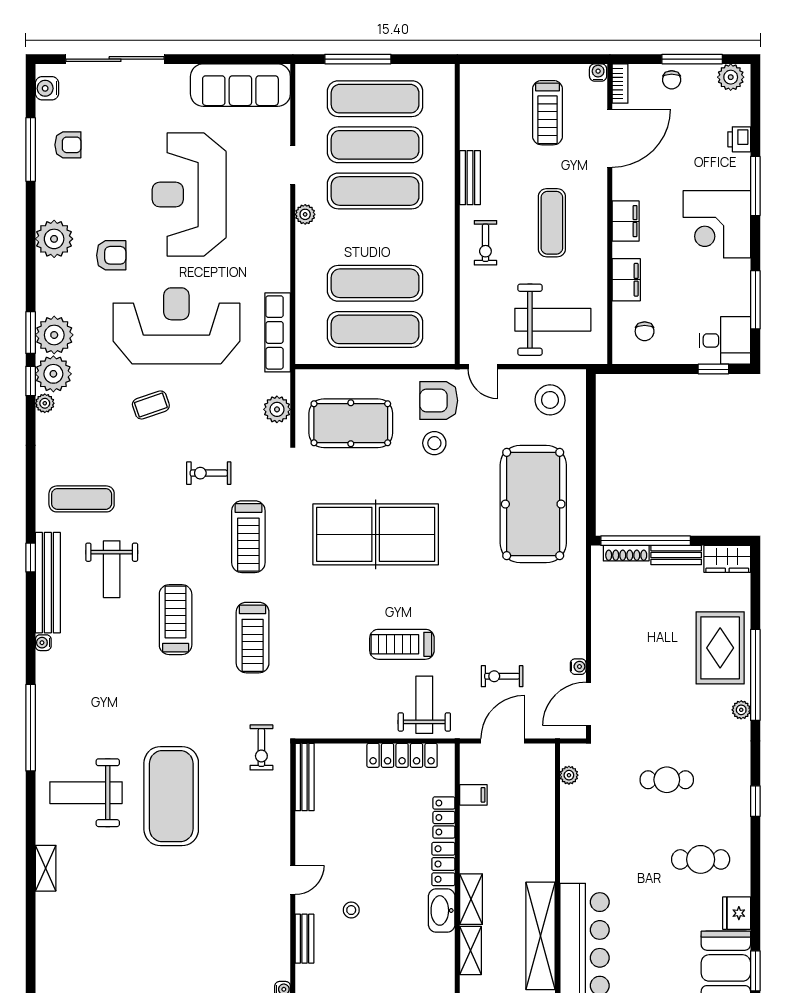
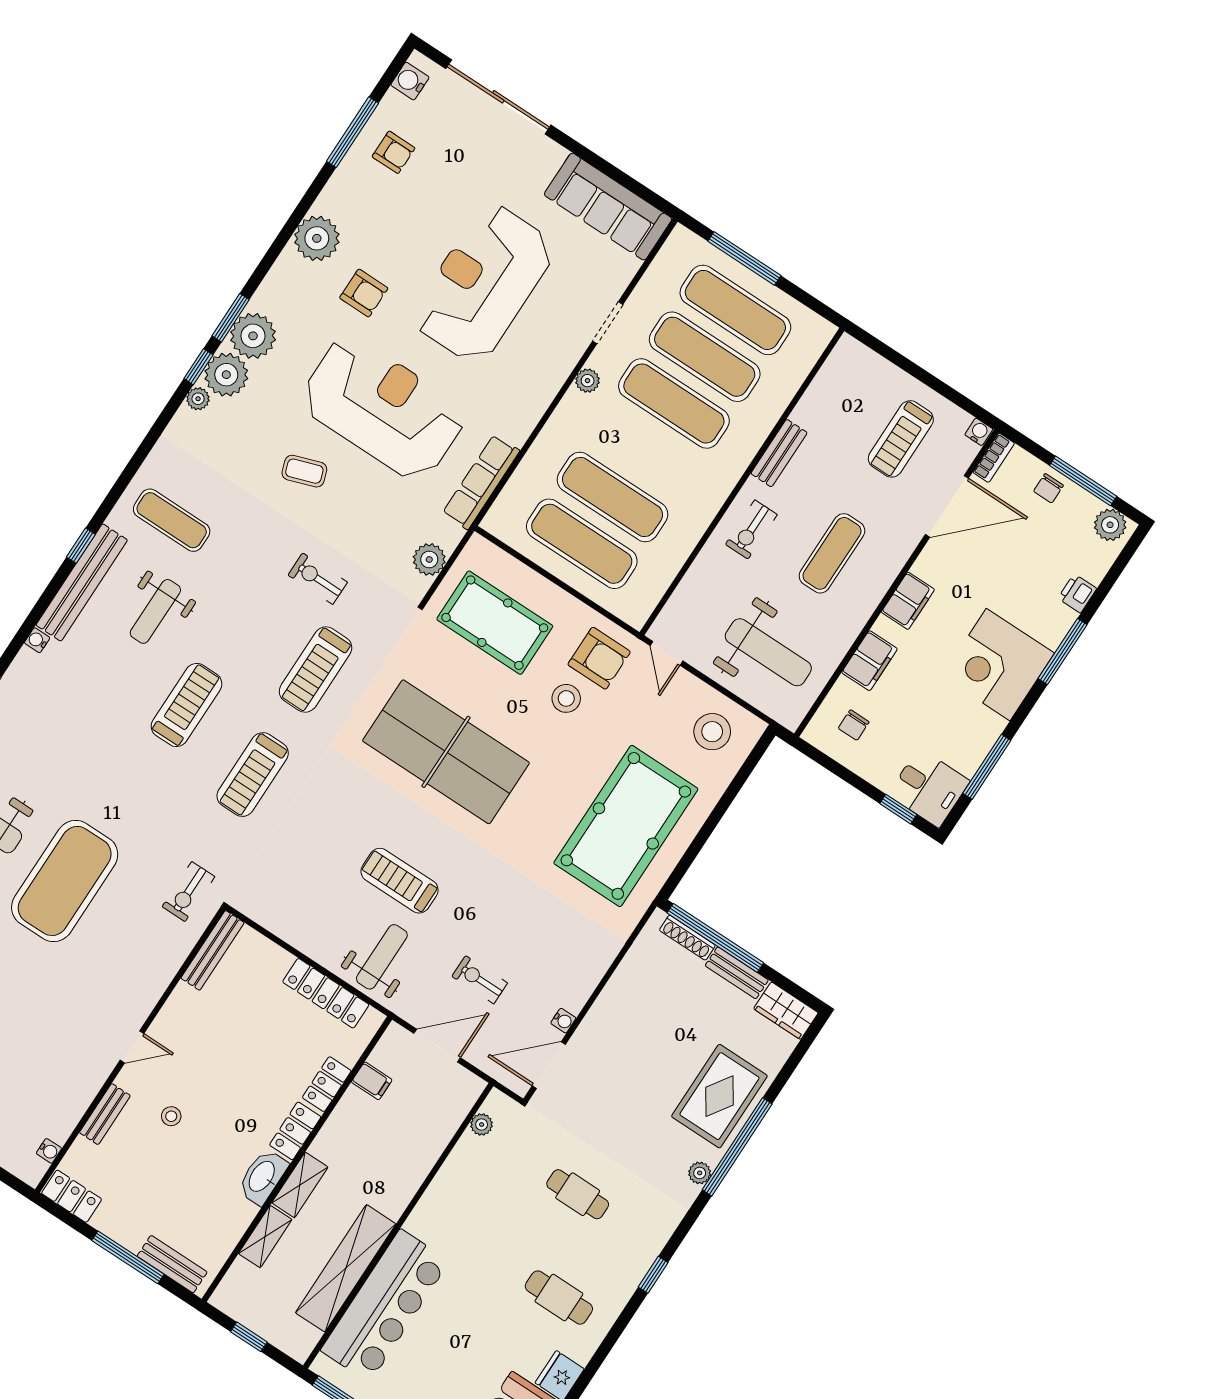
armchair: (439, 401) -> (599, 658), turned 180

